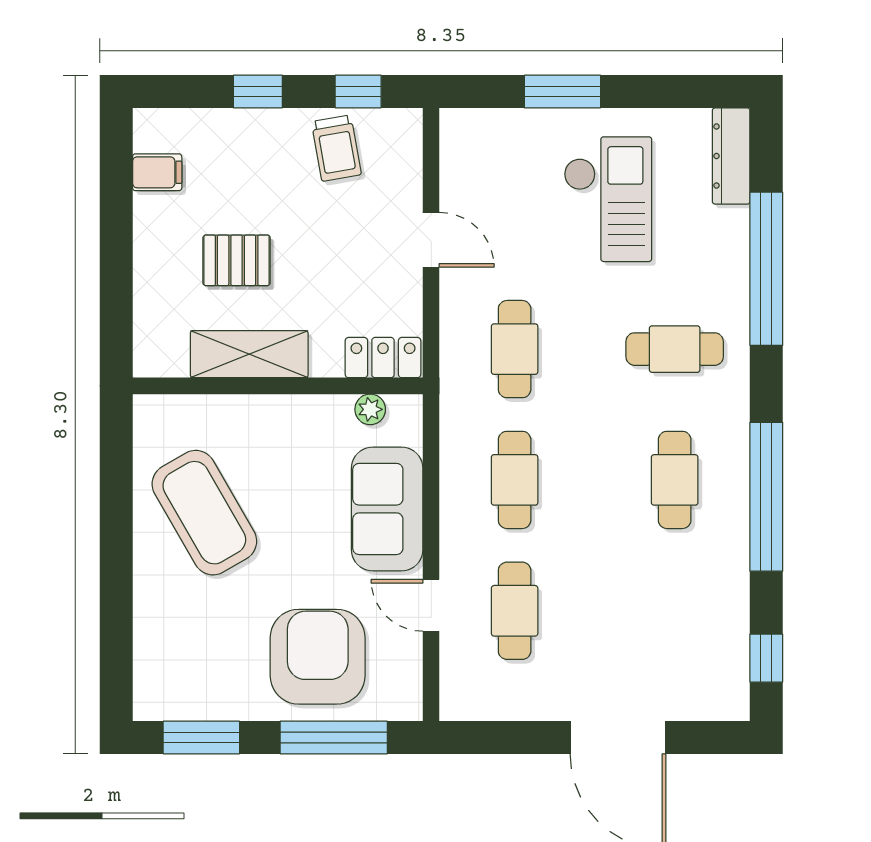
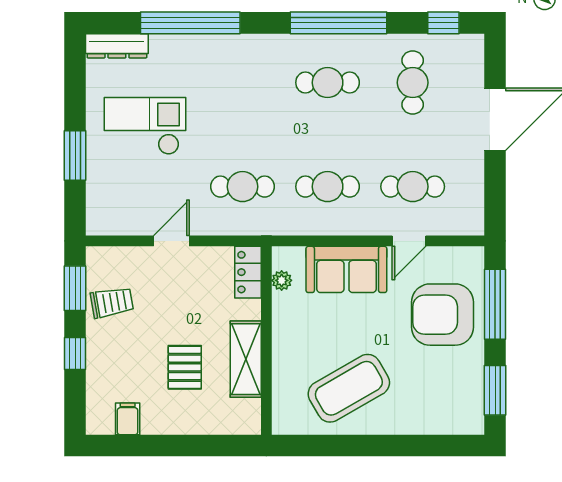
window: (358, 92) -> (75, 288), width x1.50
cafe table: (675, 349) -> (413, 83), moved

